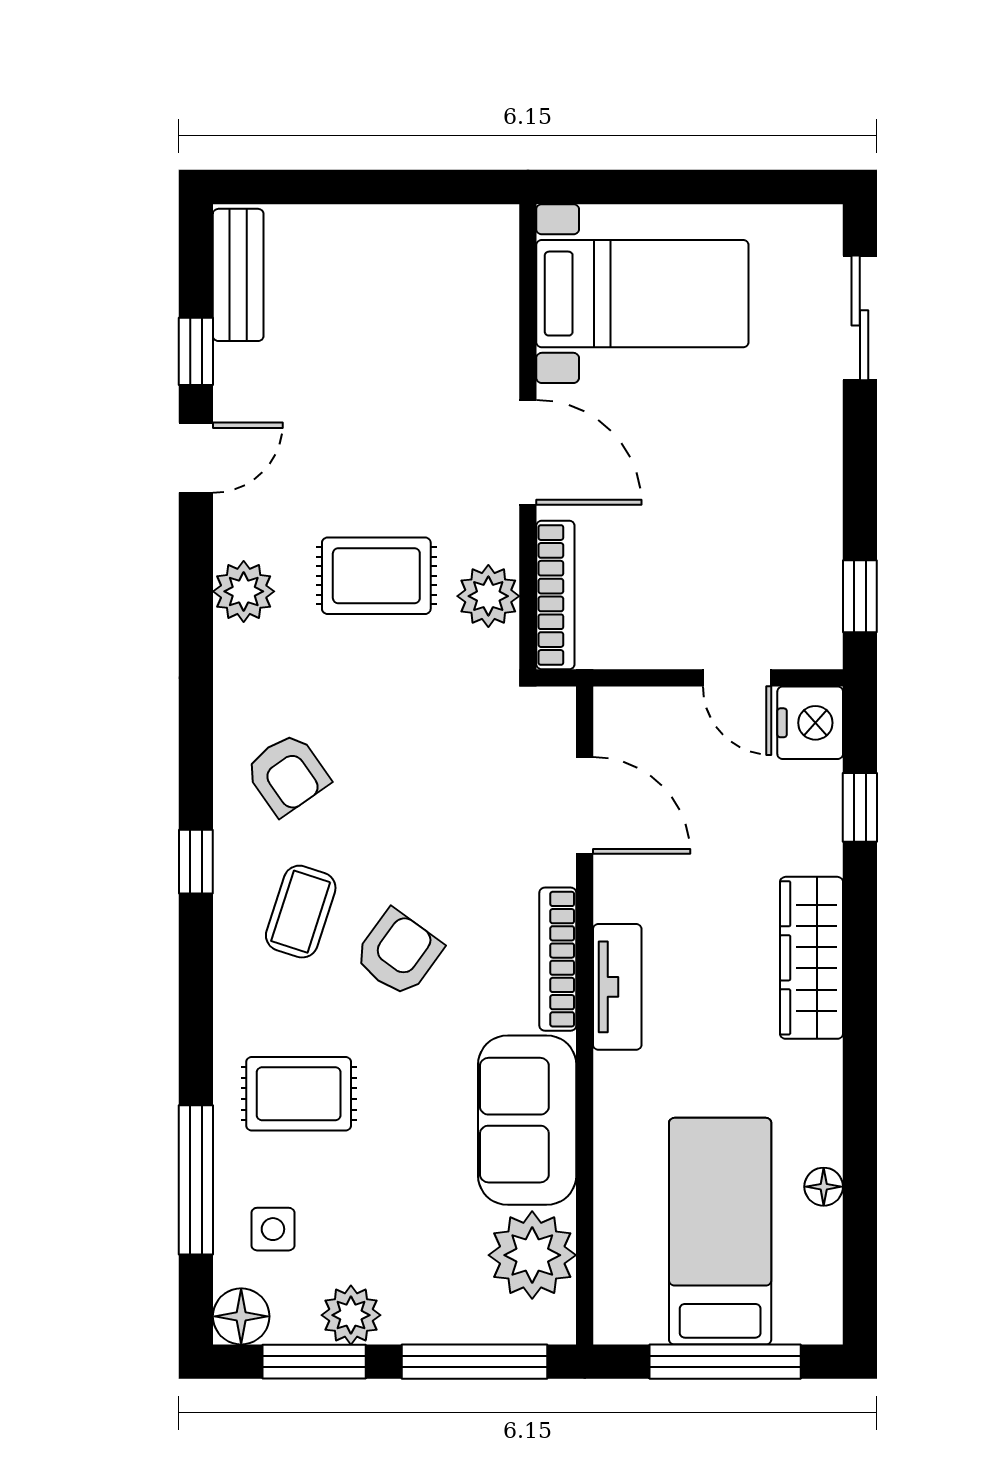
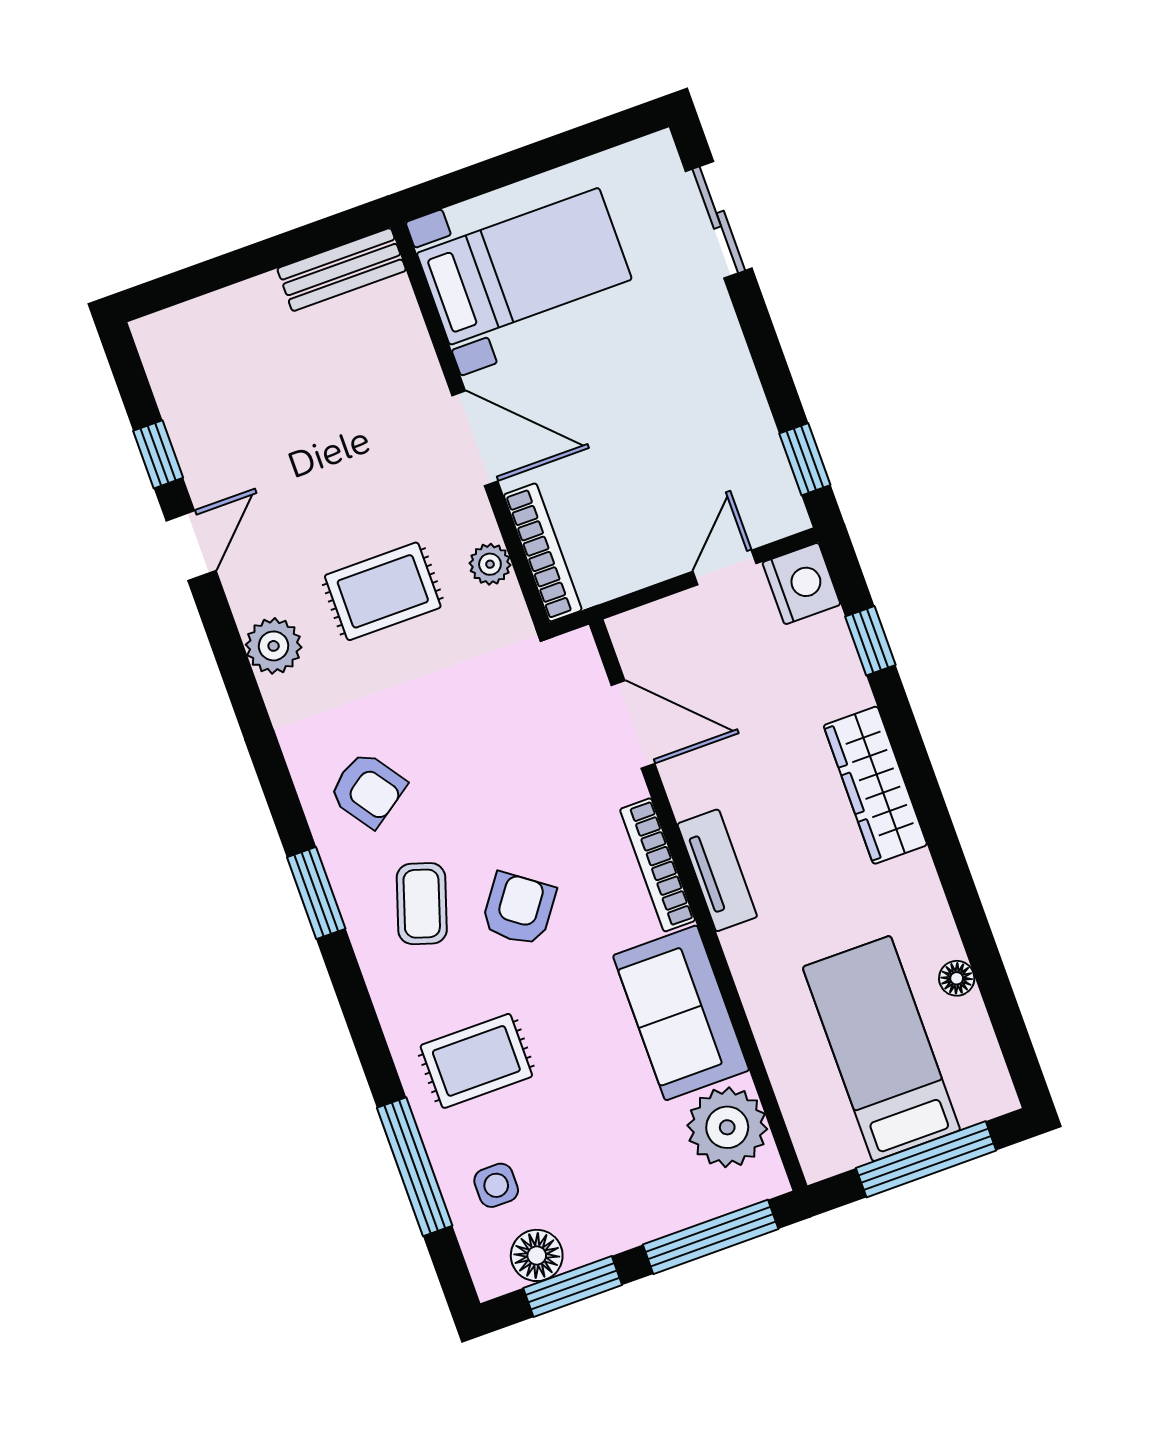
bench: (238, 275) -> (342, 270), moved, turned 90
plant: (488, 596) -> (490, 564), width x0.73, depth x0.73
door: (737, 678) -> (725, 567), swing flipped
window: (196, 862) -> (316, 893), width x1.50
plant: (351, 1315) -> (590, 1235), removed
floor lamp: (241, 1316) -> (537, 1255), moved

